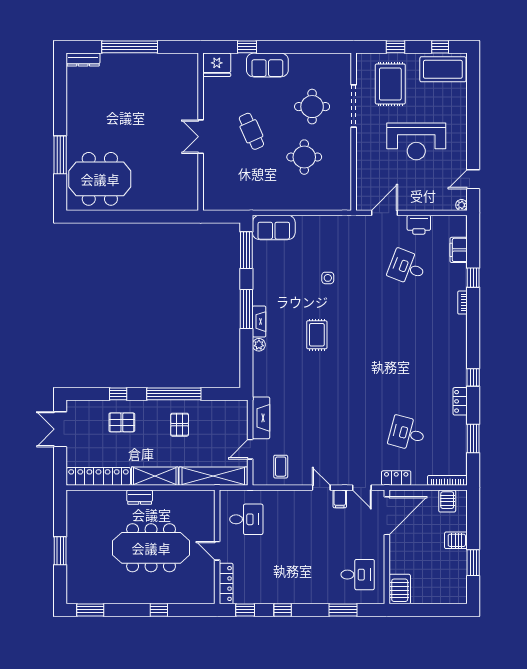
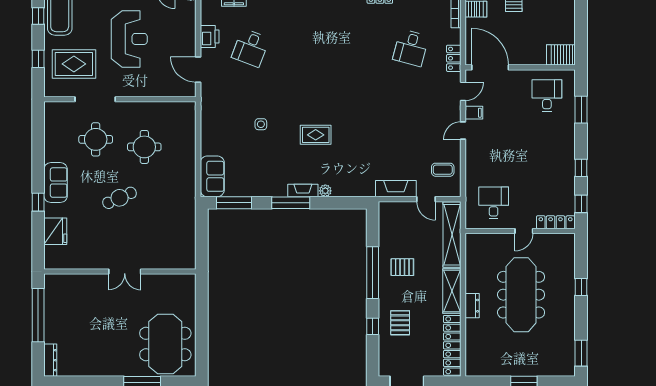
wall: (201, 132) -> (120, 271), moved
double door: (201, 137) -> (125, 271), moved

